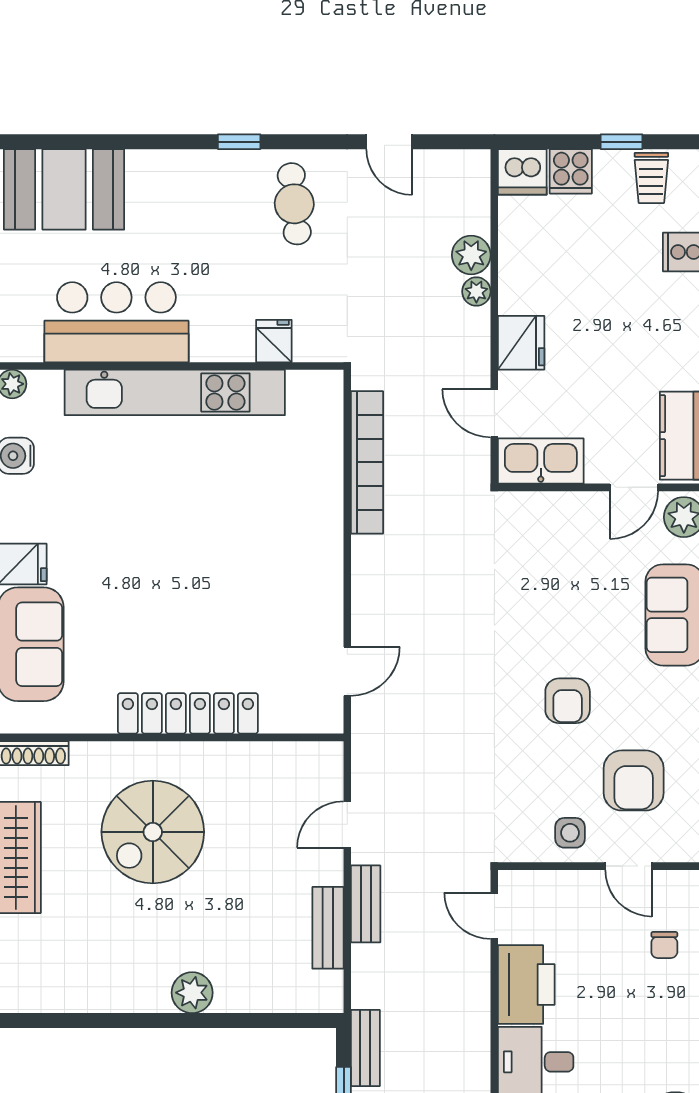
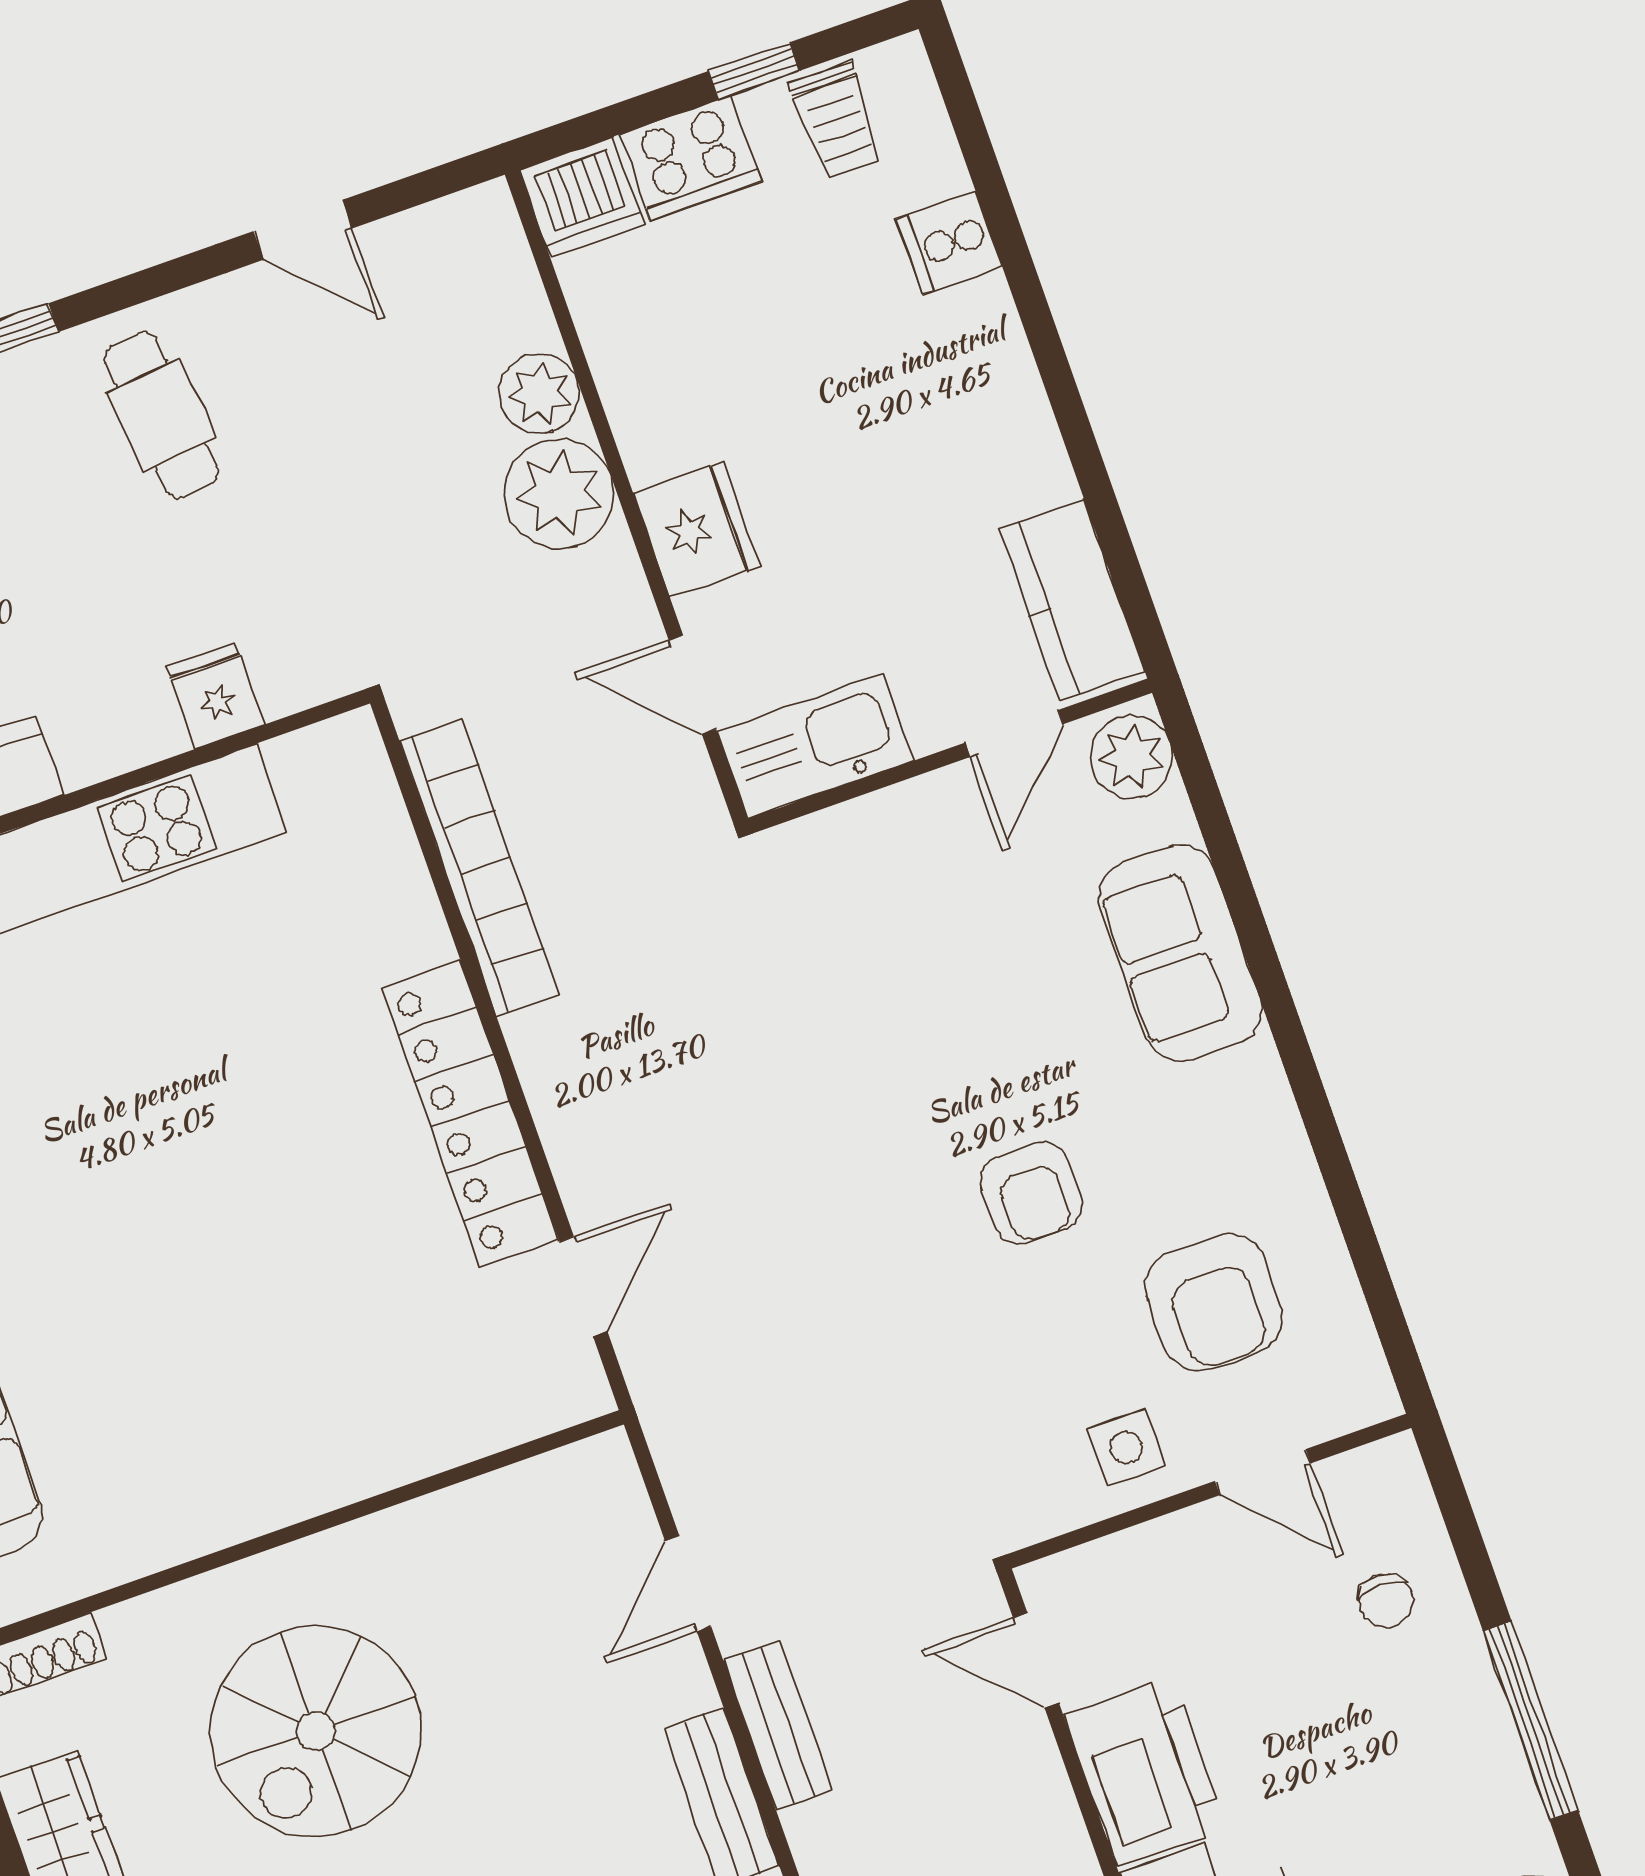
cooker: (571, 171) -> (691, 158), width x1.36
plant: (476, 292) -> (559, 494), width x1.88, depth x1.88
locker: (188, 713) -> (470, 1114), moved, turned -90

